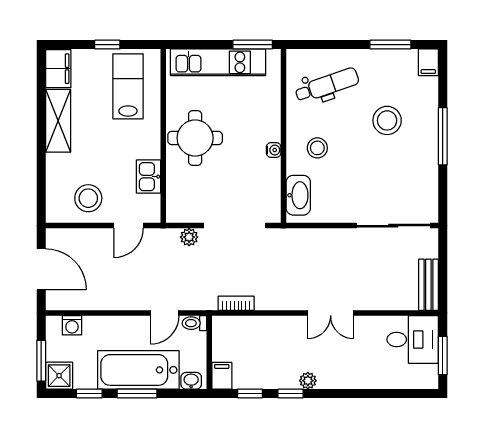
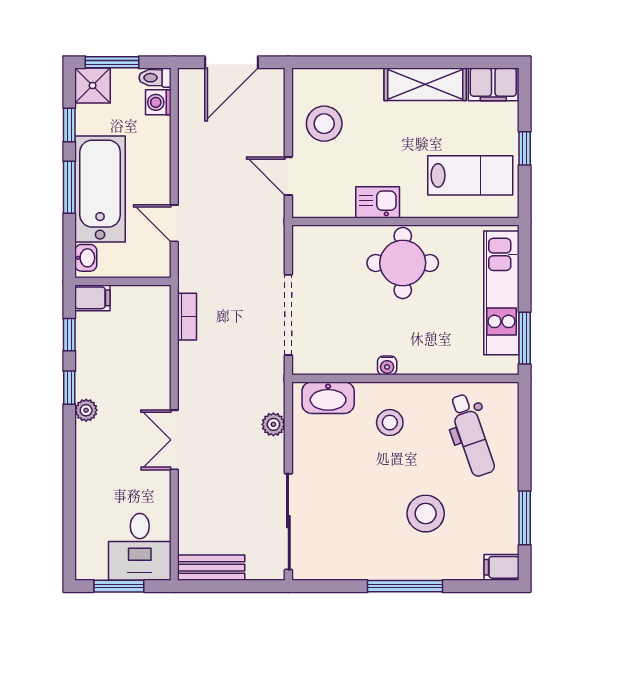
kitchen sink: (149, 177) -> (378, 202), moved
plant: (189, 237) -> (273, 424), moved
toilet: (194, 323) -> (155, 78), moved, turned -90

